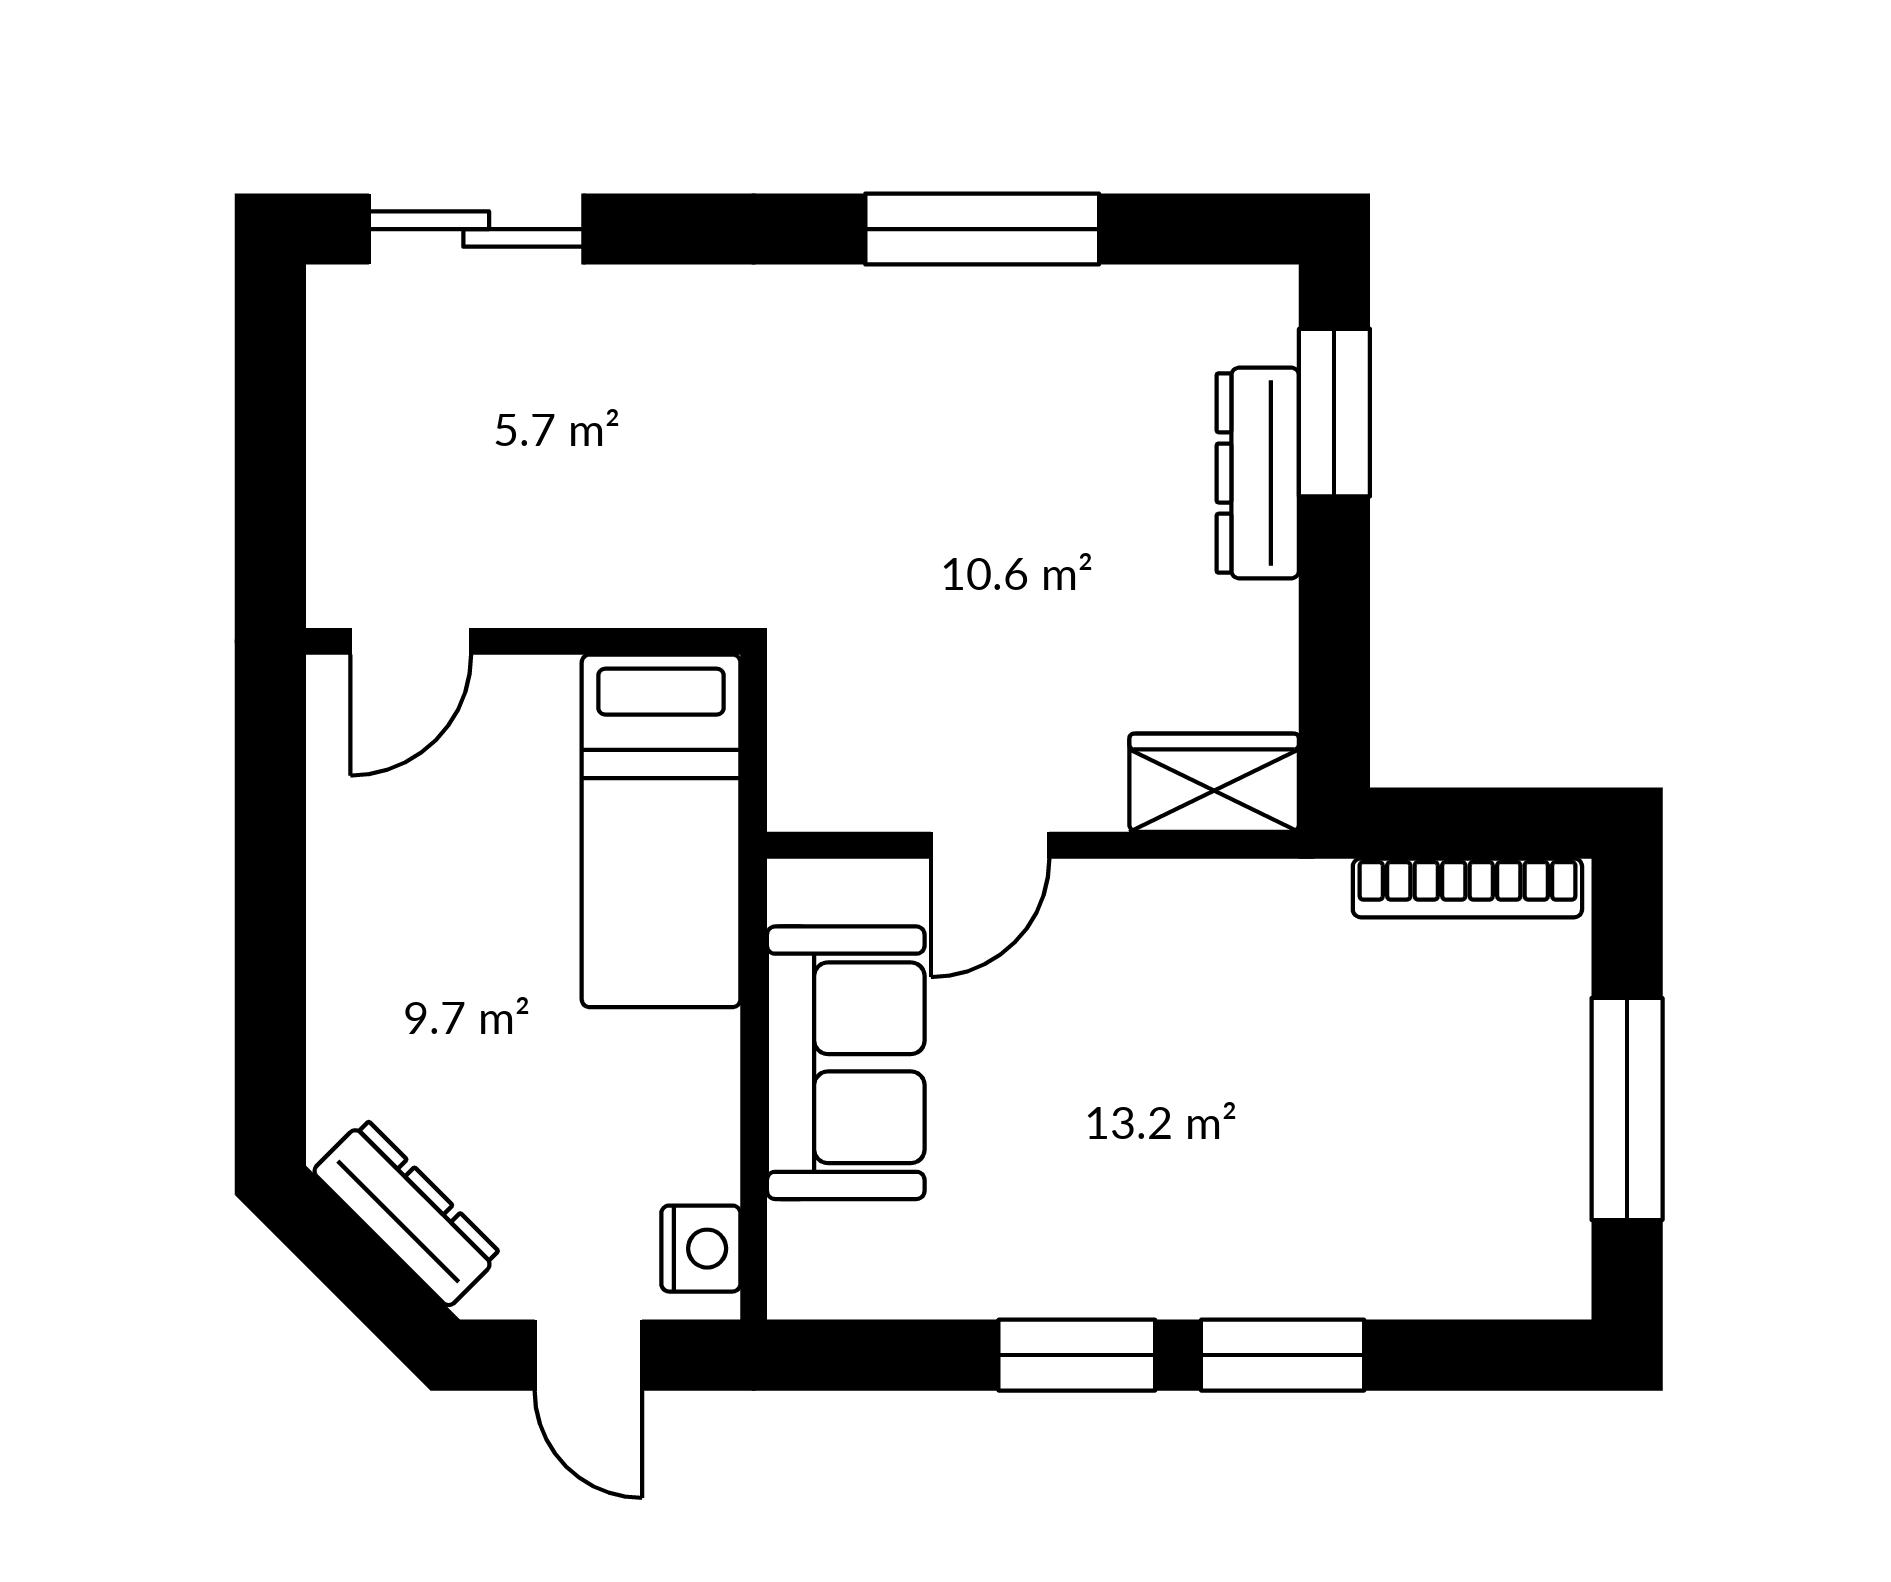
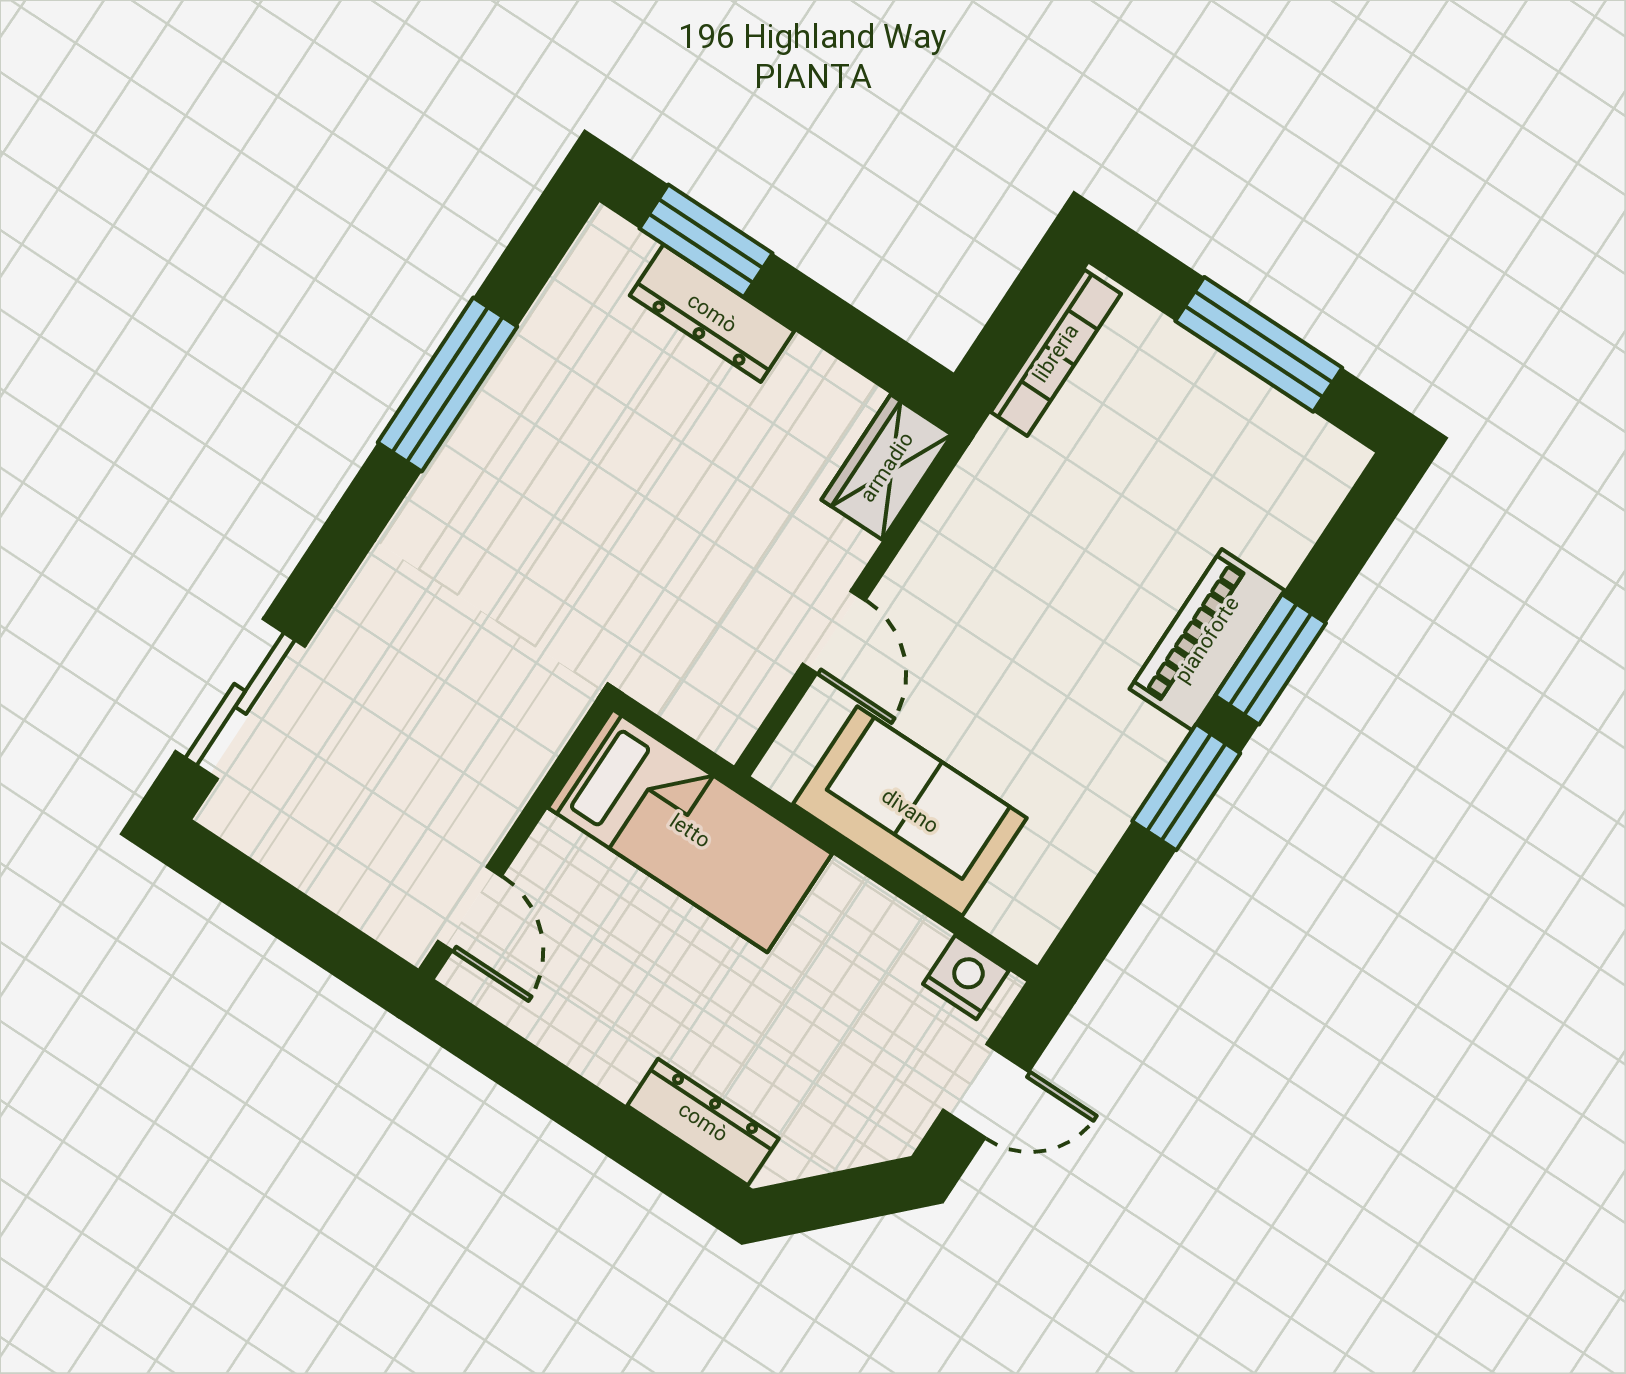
dresser: (407, 1213) -> (703, 1122), moved, turned 45
piano: (1258, 1269) -> (1207, 640), added

